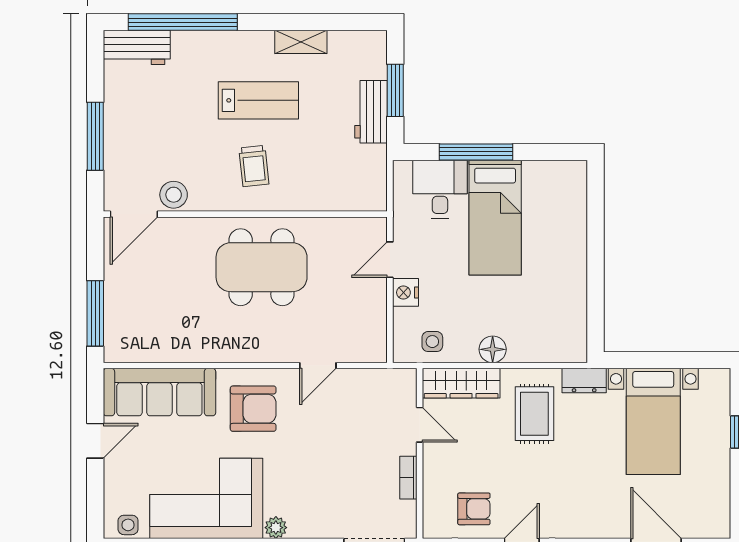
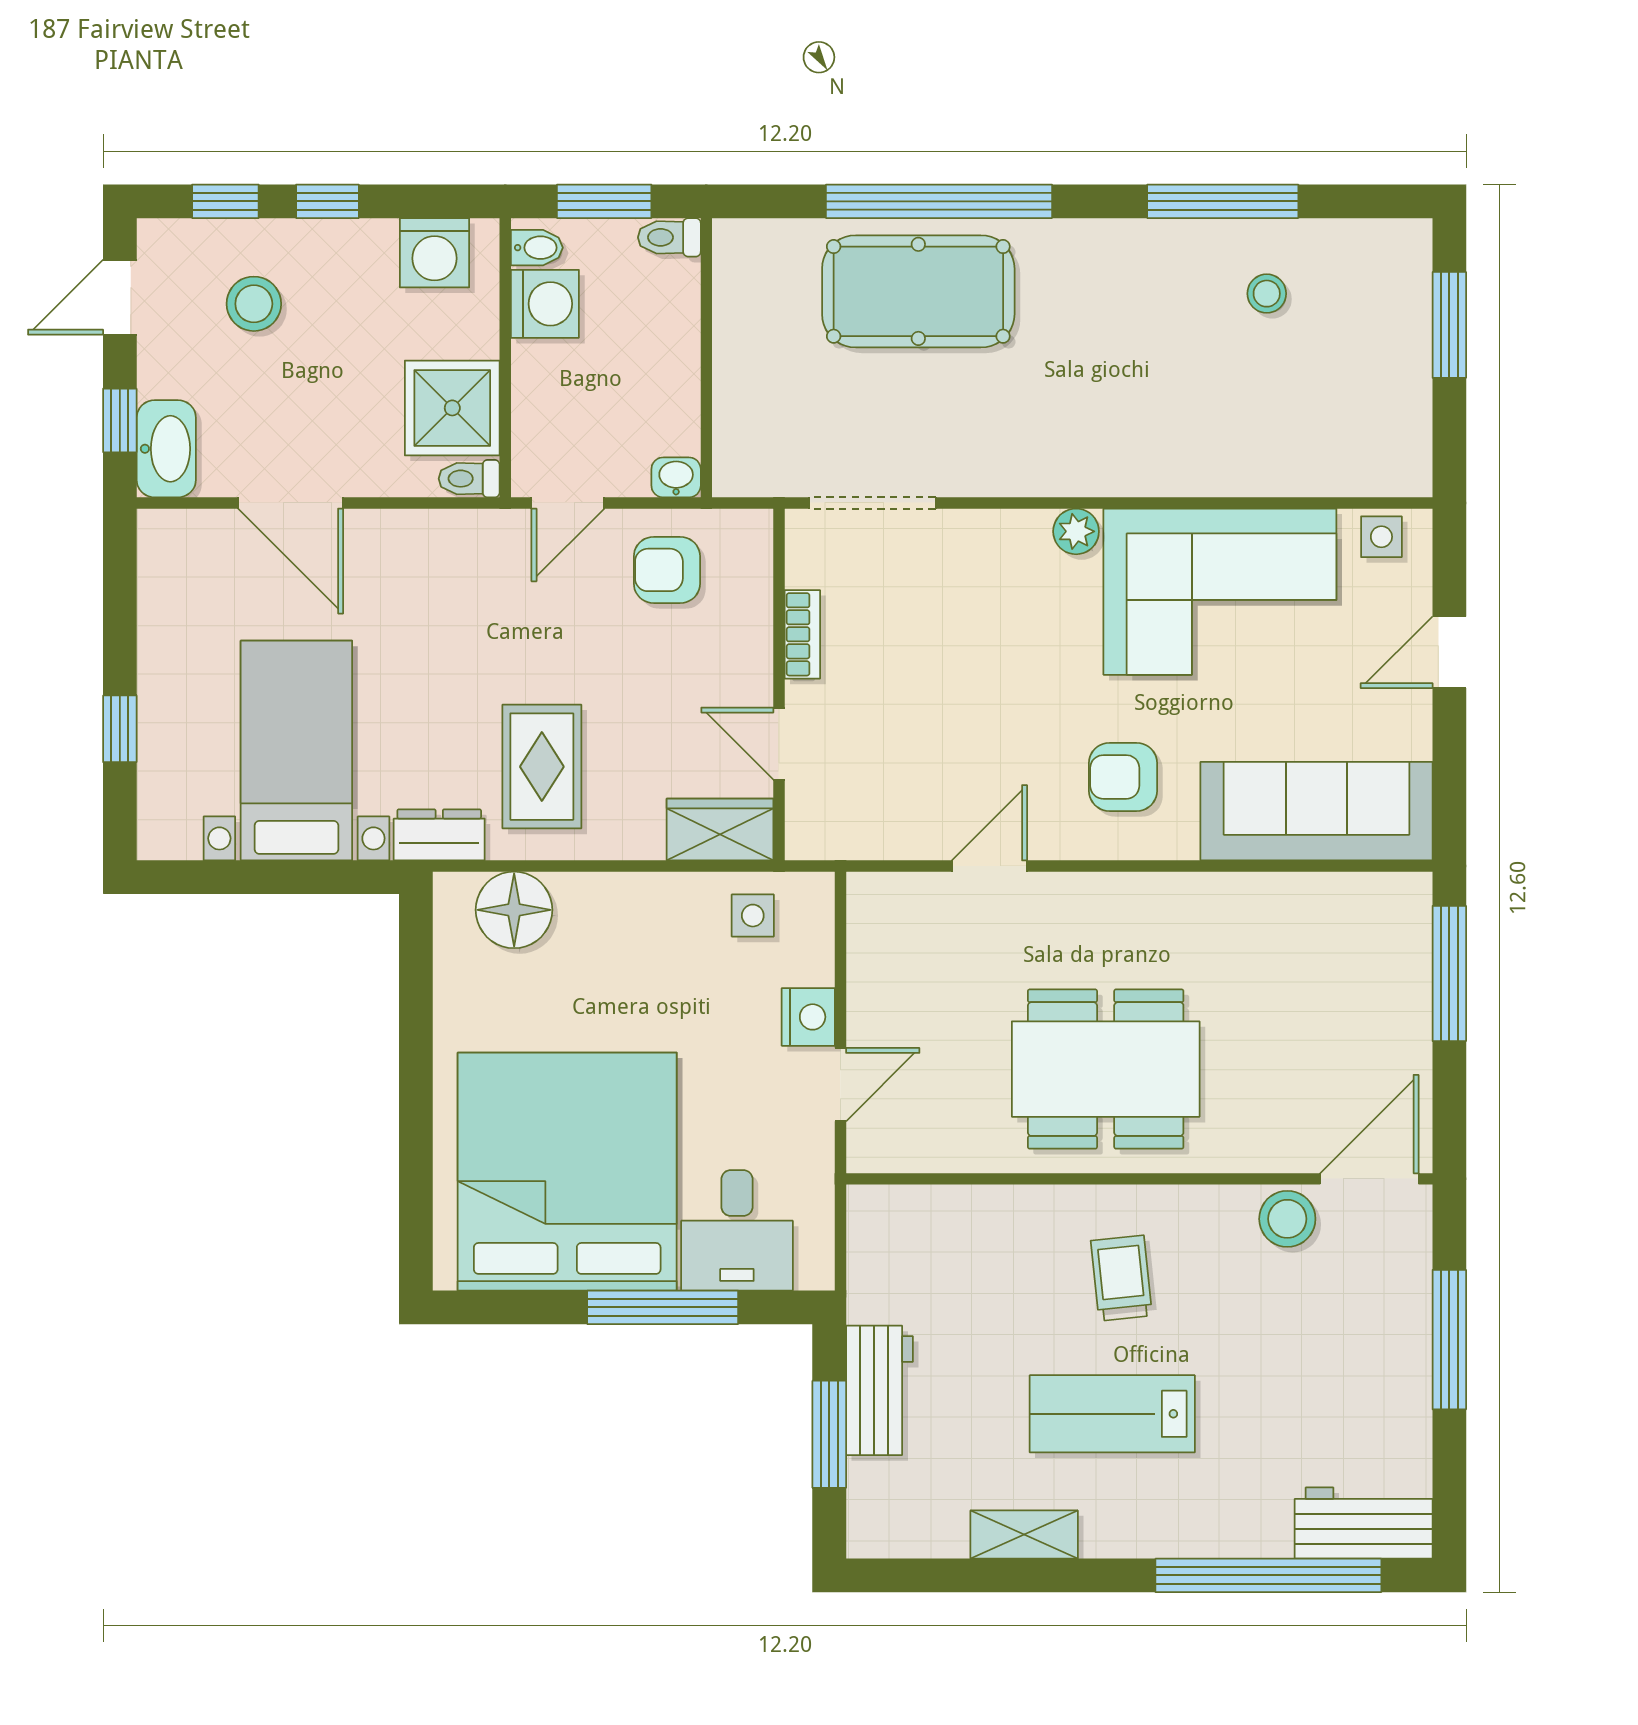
bed: (495, 218) -> (567, 1172), width x2.04
floor lamp: (493, 349) -> (514, 910), moved, width x1.38, depth x1.38
wardrobe: (461, 383) -> (720, 829), width x0.67
armchair: (253, 409) -> (1123, 777), width x0.72, depth x0.72
door: (95, 441) -> (1449, 652), moved

